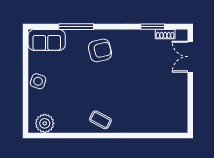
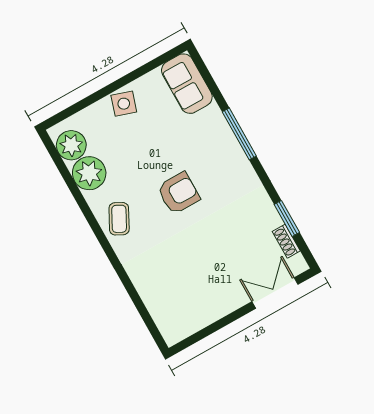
window: (76, 27) -> (239, 134), moved
armchair: (100, 50) -> (178, 193), moved, turned -77
plant: (66, 122) -> (89, 173), added

